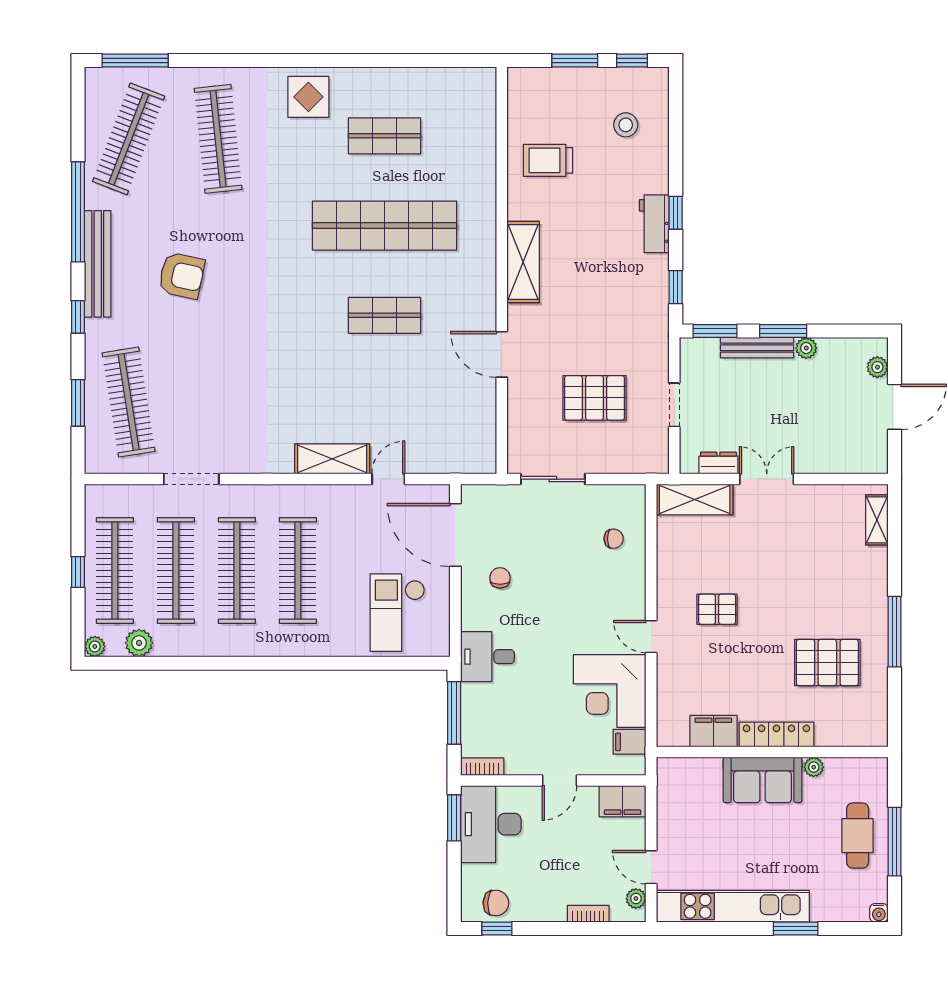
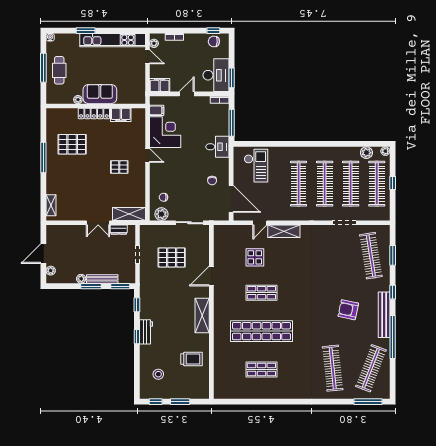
display table: (308, 97) -> (255, 257), moved
door: (502, 354) -> (211, 276), swing flipped
plant: (618, 499) -> (161, 214), added

